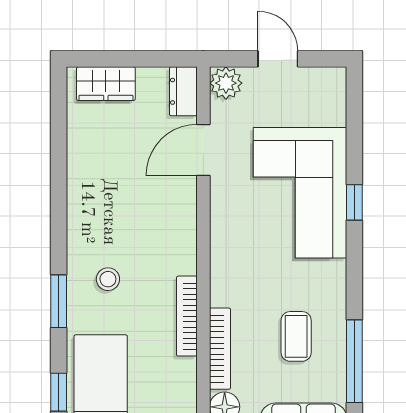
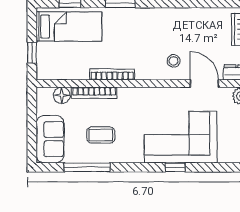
stool: (108, 279) -> (174, 61), moved

